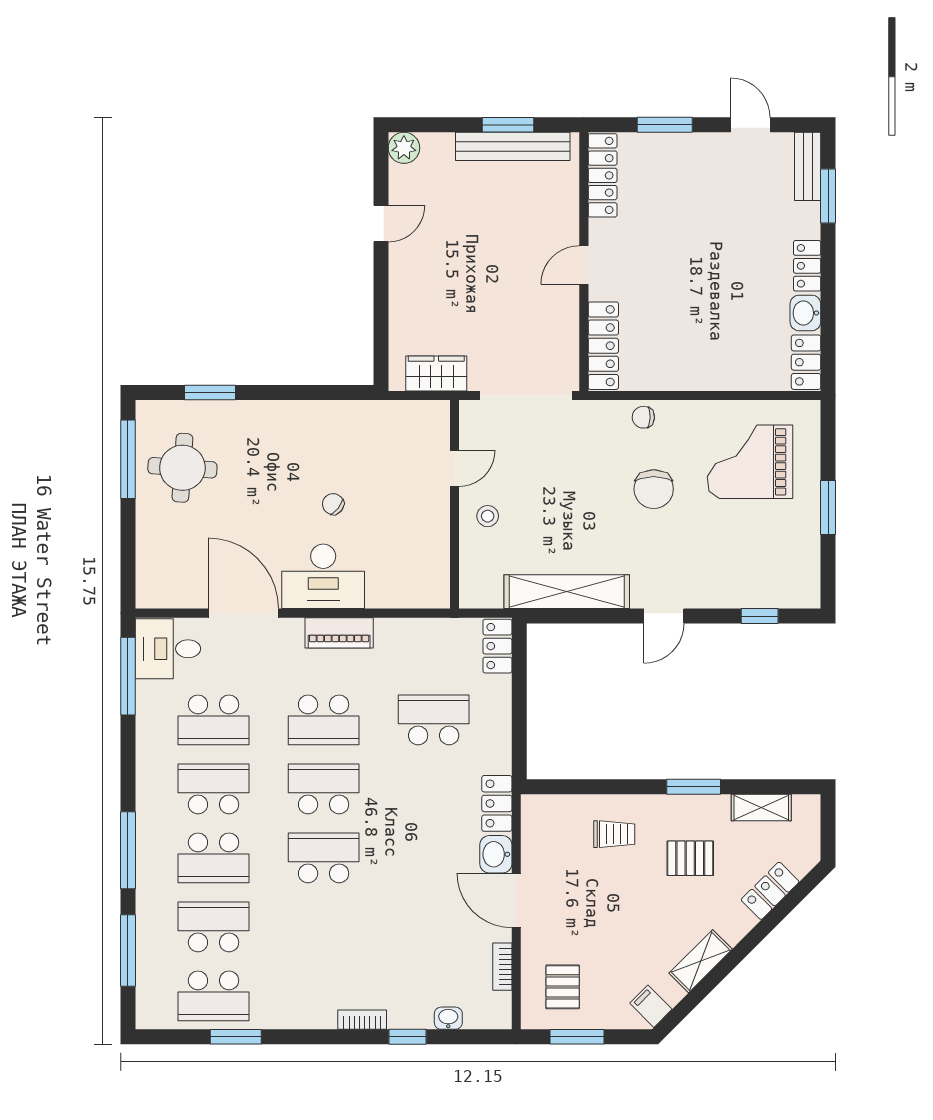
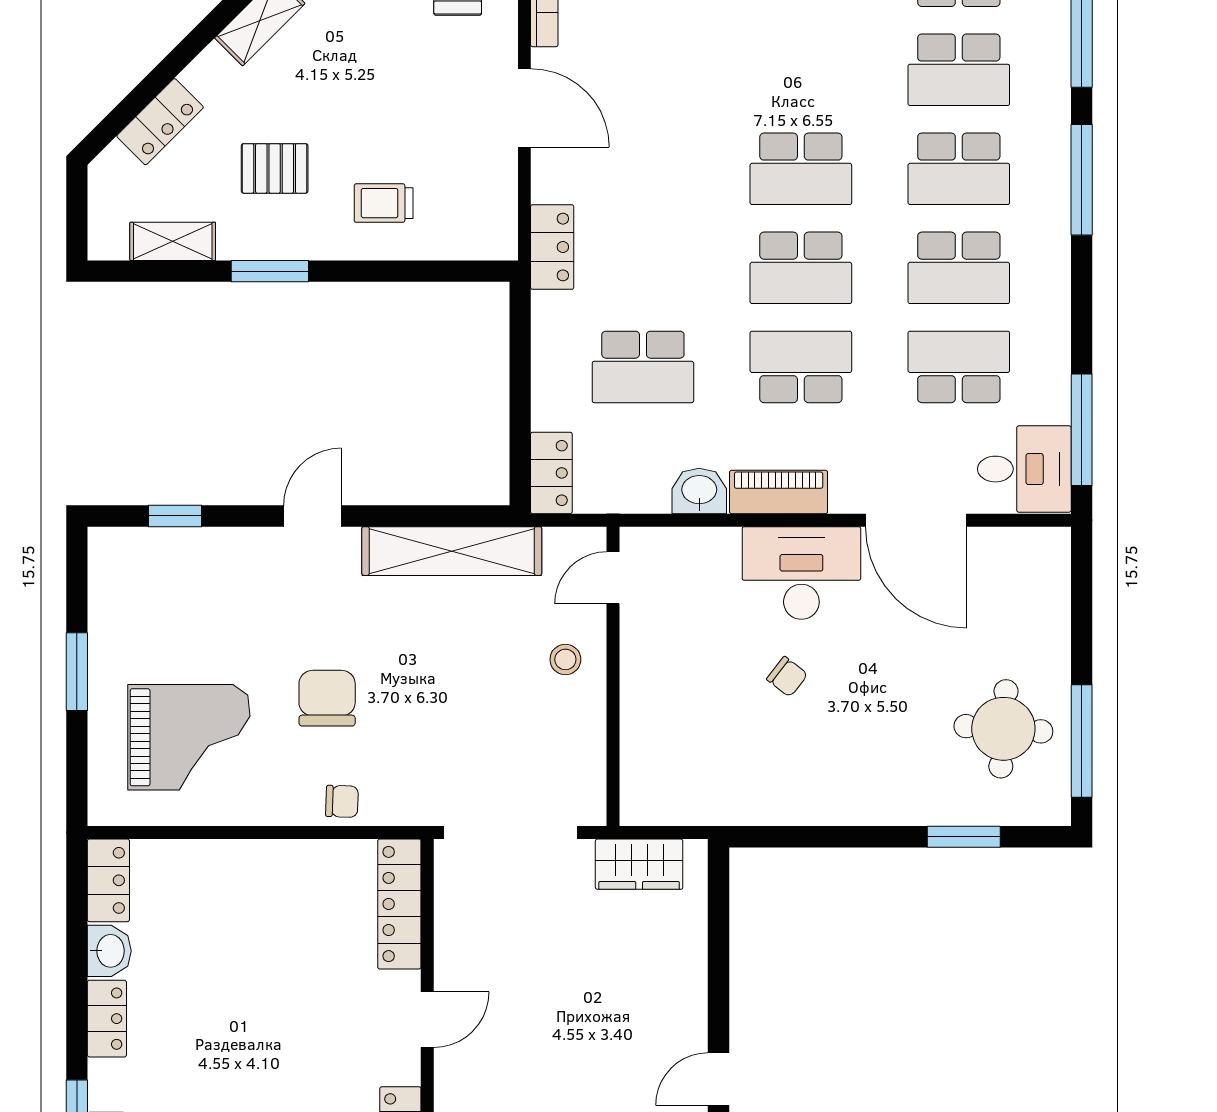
door: (454, 468) -> (613, 578), moved
washbasin: (496, 854) -> (699, 491), moved, turned -90
school desk: (214, 858) -> (959, 169), turned 180

